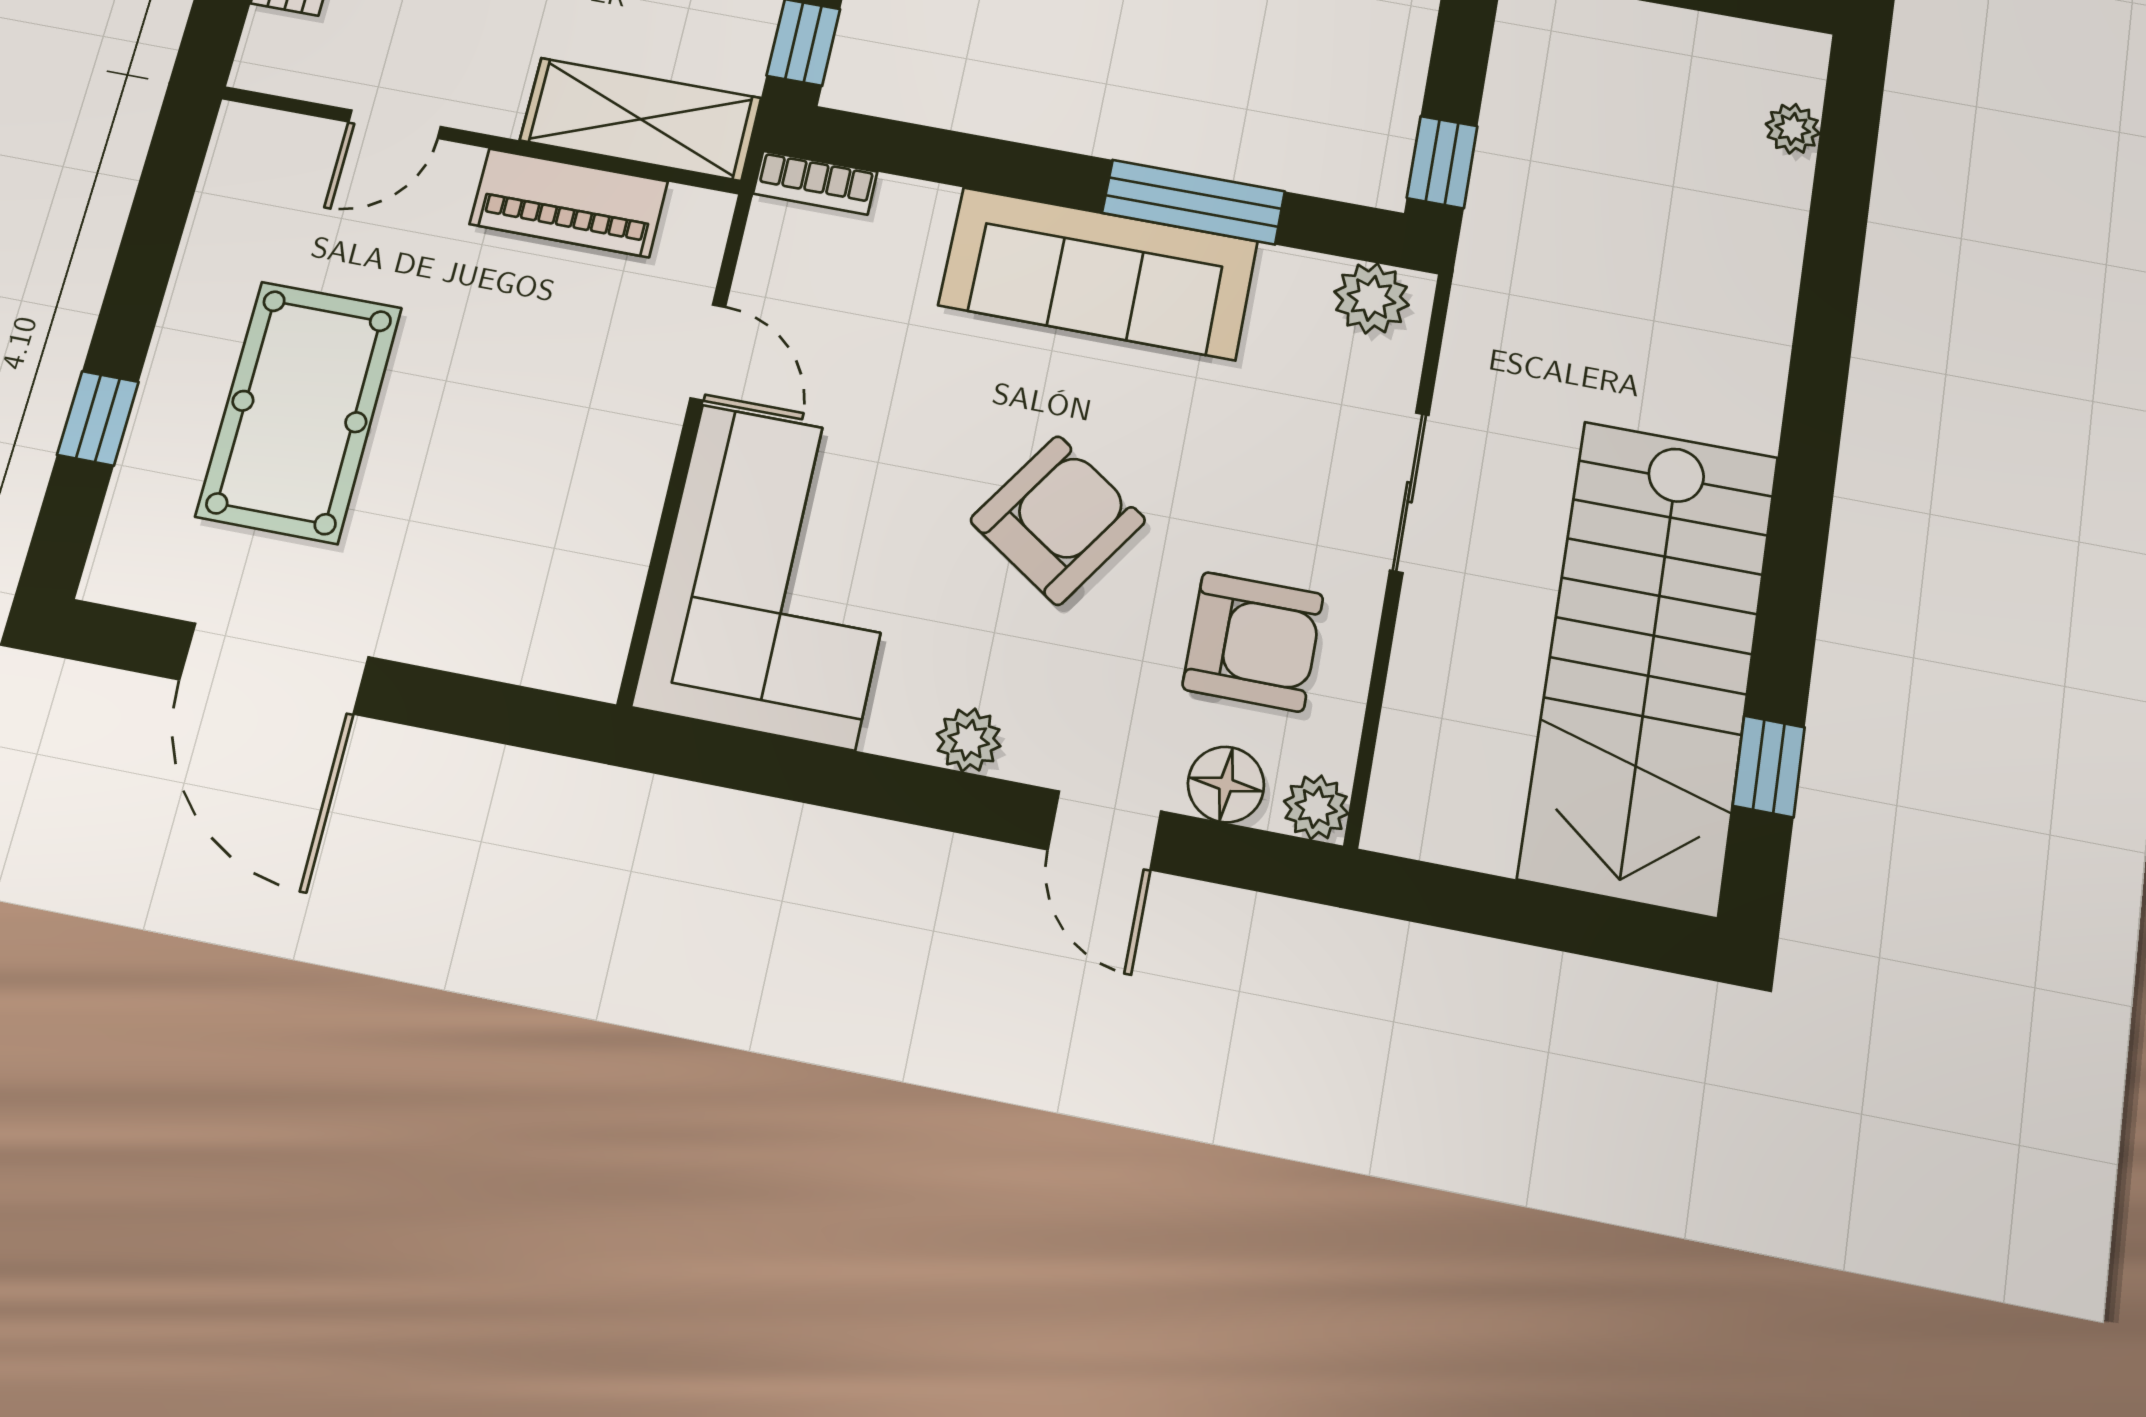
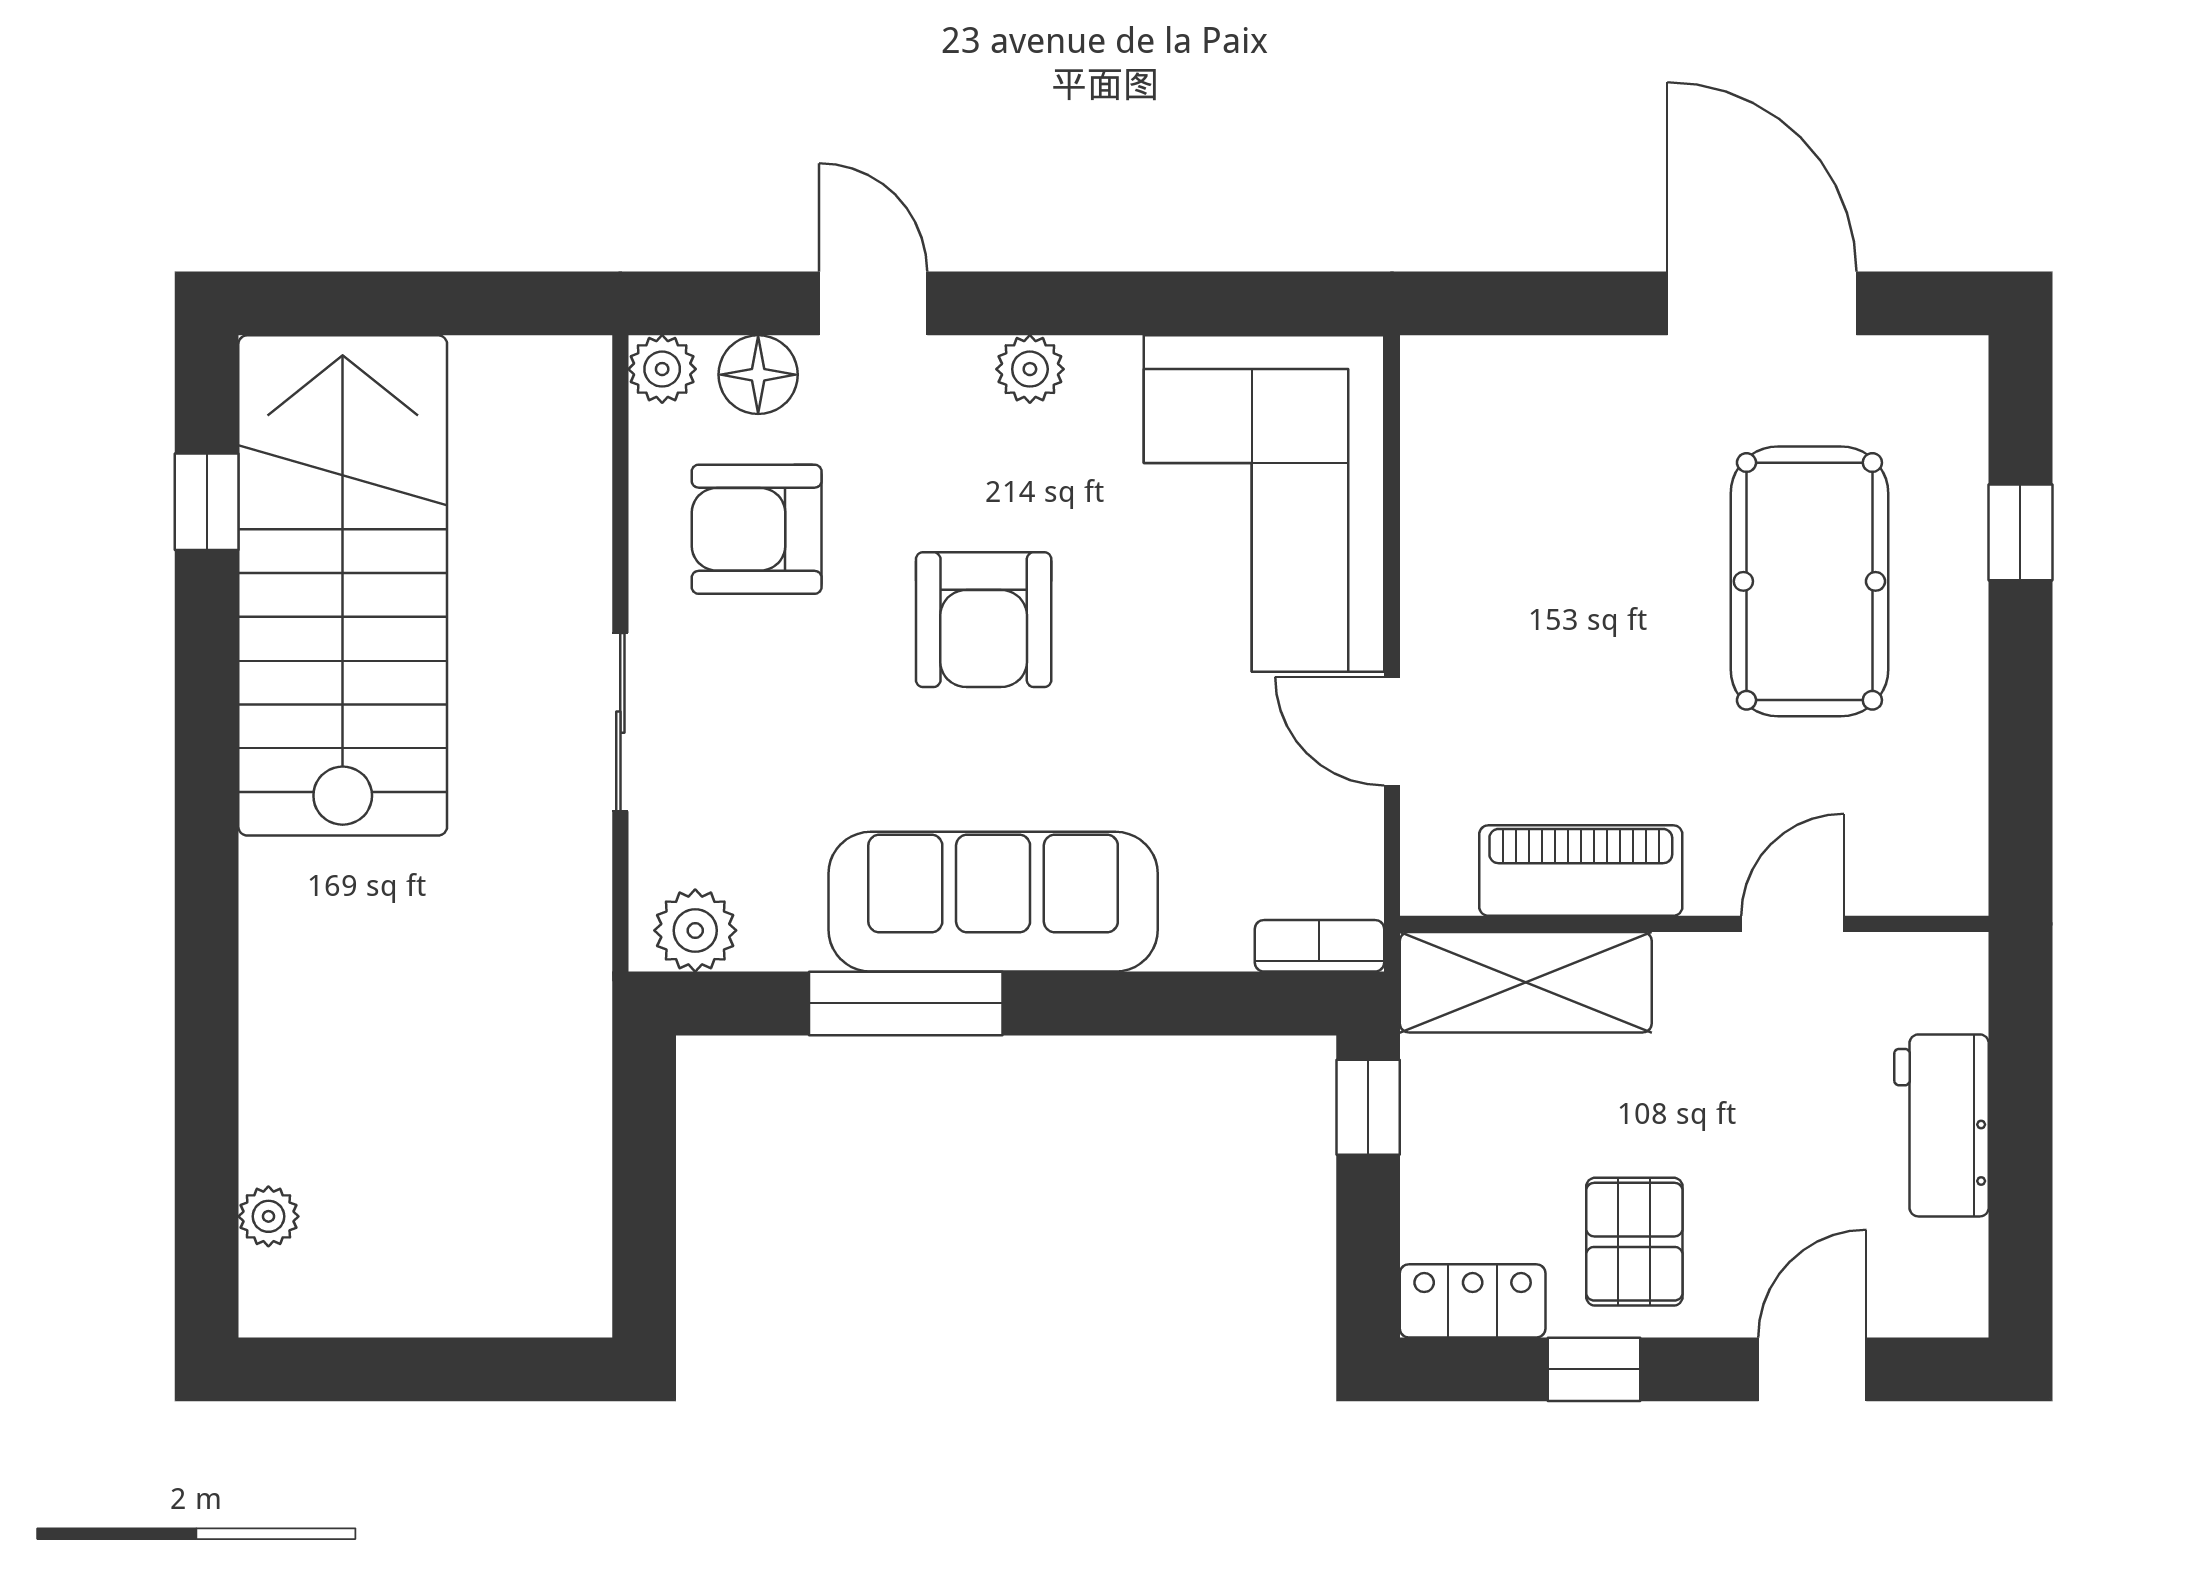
window: (1442, 162) -> (644, 1103), removed
armchair: (1058, 520) -> (984, 620), turned -34

